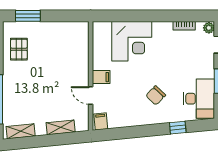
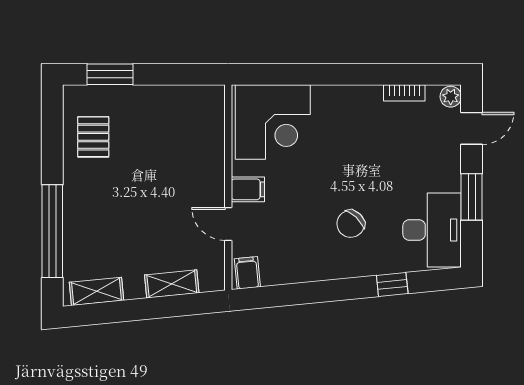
corner desk: (132, 41) -> (273, 122), moved

